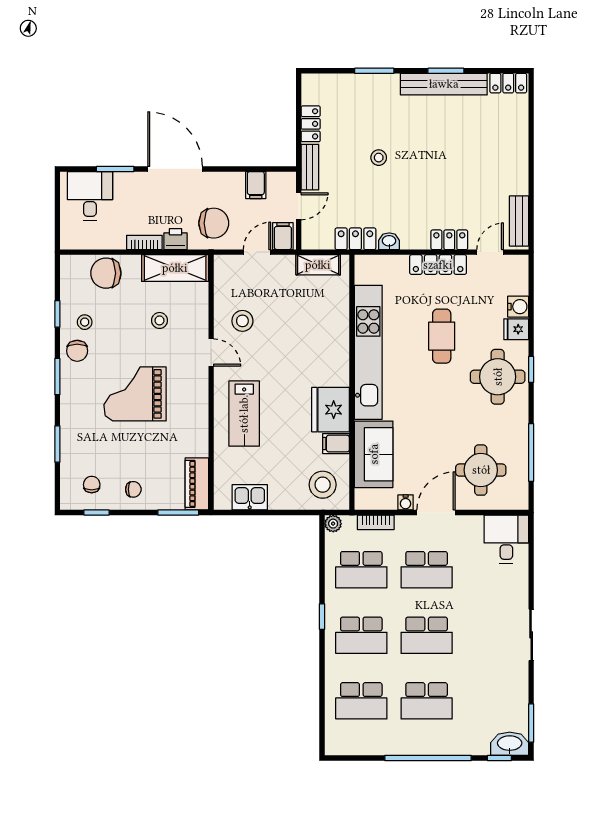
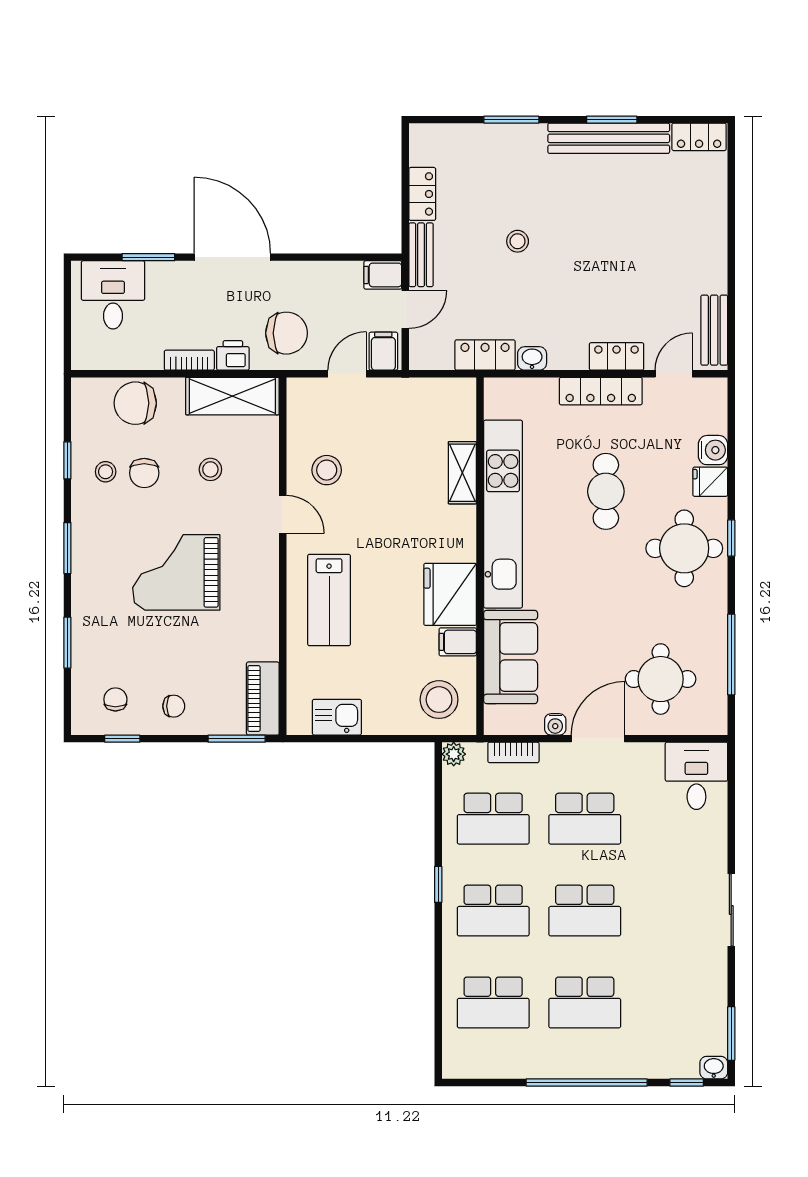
filing cabinet: (256, 185) -> (383, 275), moved, turned 90
shelving: (318, 265) -> (462, 473), moved, turned 90
chair: (77, 351) -> (144, 473), moved
washbasin: (510, 744) -> (714, 1068), width x0.52, depth x0.69

